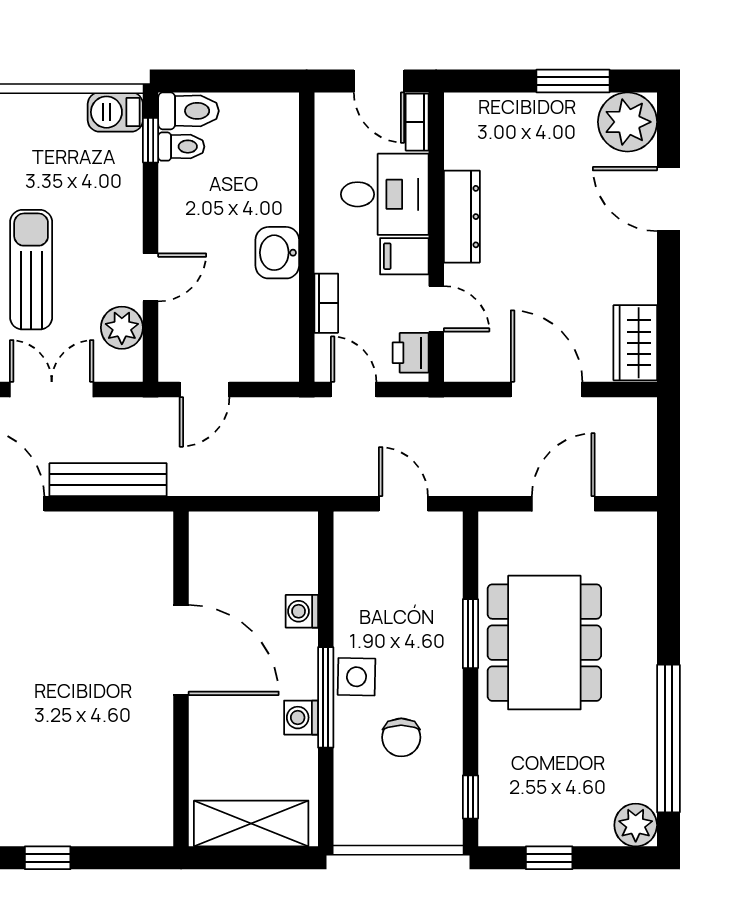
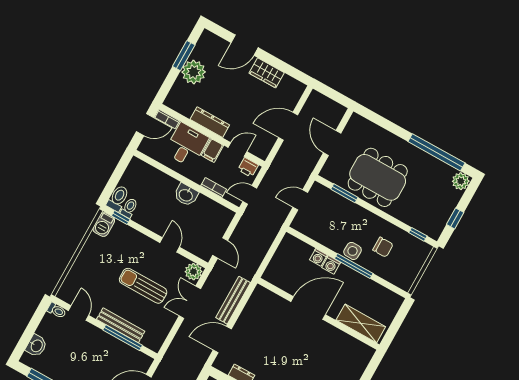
plant: (627, 122) -> (194, 72), moved
plant: (122, 328) -> (193, 272), moved
wardrobe: (635, 343) -> (267, 73), moved
window: (470, 634) -> (344, 193), moved
washing machine: (301, 718) -> (331, 265), moved
shelving: (251, 823) -> (361, 323), moved, turned 90

